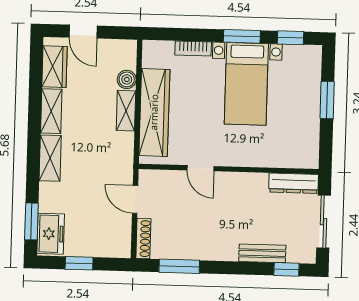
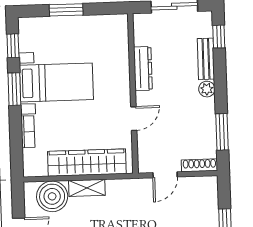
boiler: (127, 79) -> (52, 196), width x1.86, depth x1.86
dresser: (294, 183) -> (143, 69), moved
plant: (228, 252) -> (207, 89), added

